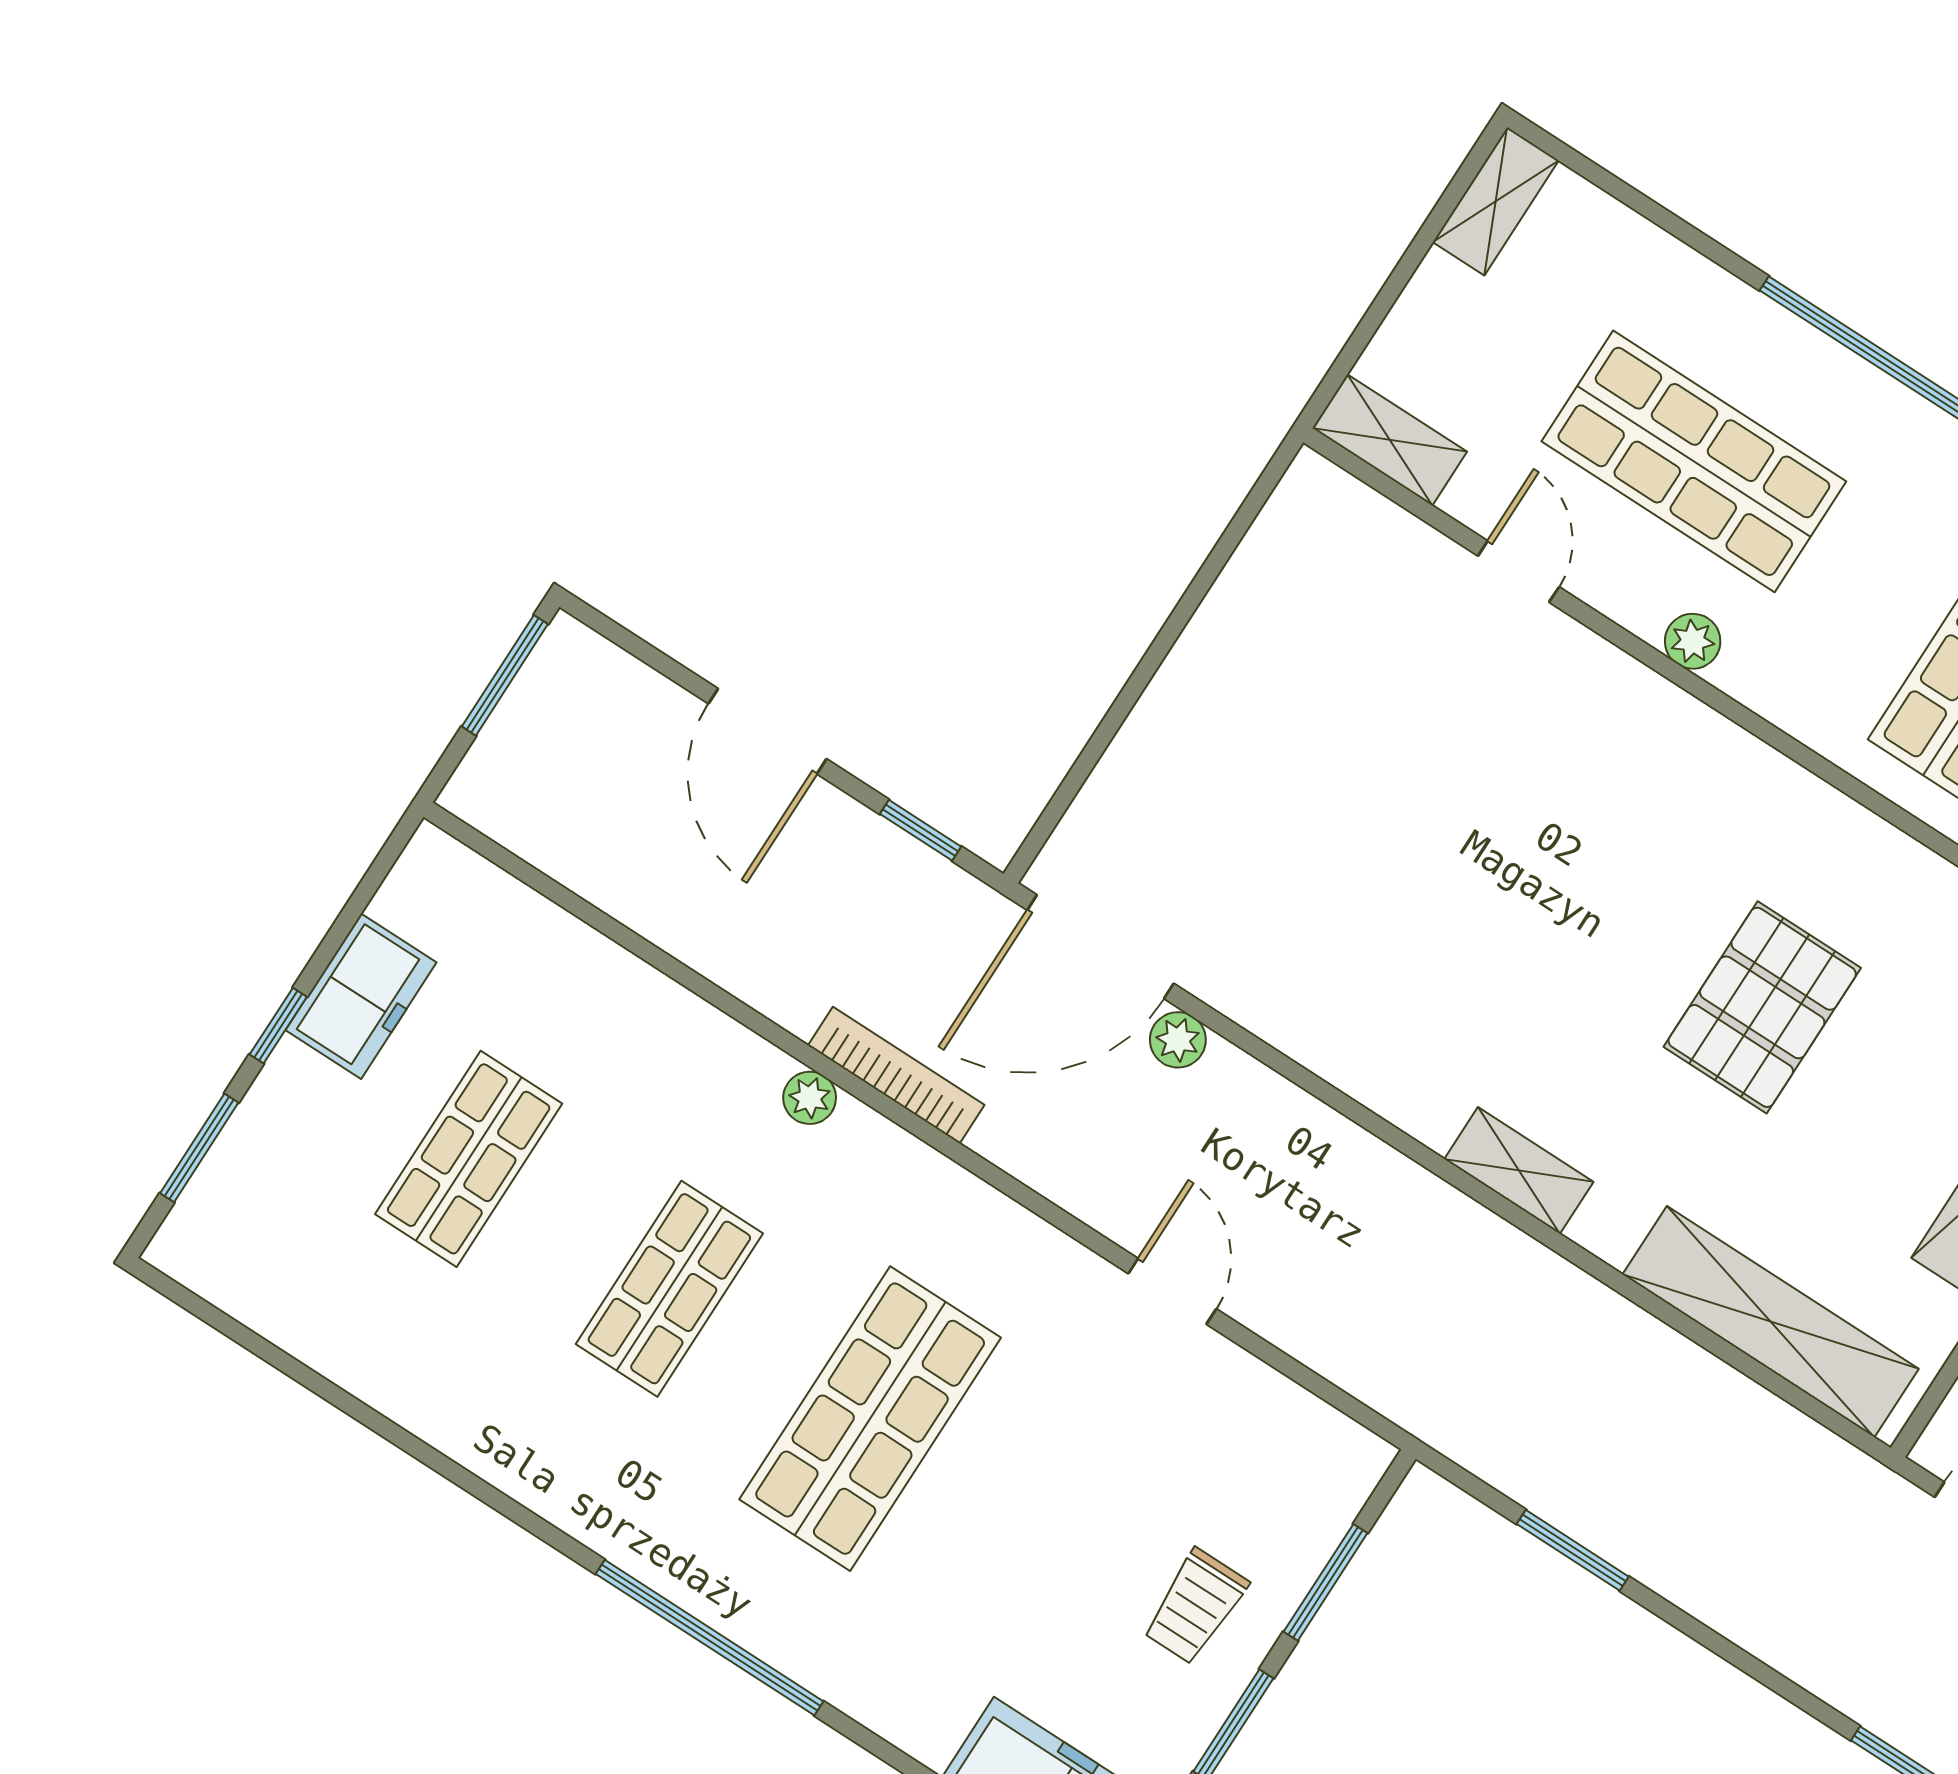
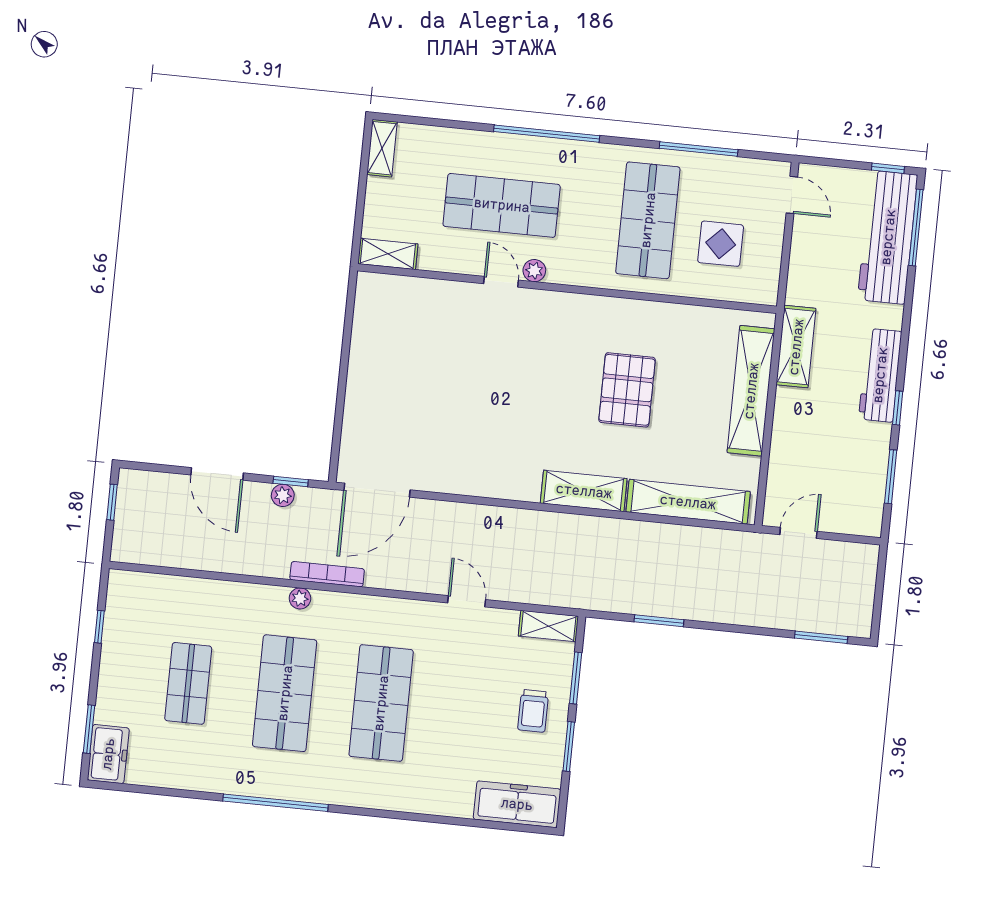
door: (1518, 571) -> (501, 282), moved
window: (505, 675) -> (112, 502), width x0.67
freezer: (361, 996) -> (108, 754), moved
window: (278, 1026) -> (99, 627), moved
plant: (1178, 1040) -> (283, 495), moved
shelving: (1519, 1170) -> (584, 491), width x1.50, depth x1.33
shop shelf: (669, 1289) -> (285, 693), width x1.43, depth x1.36
shelving: (1324, 1438) -> (548, 626), added
window: (710, 1638) -> (276, 803), moved

